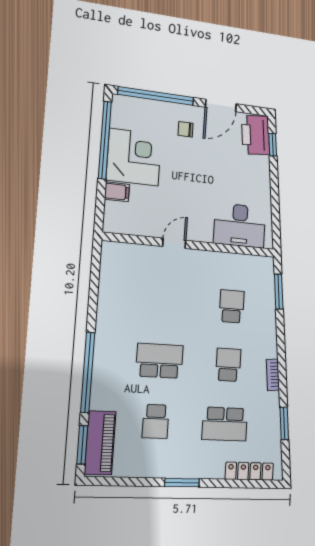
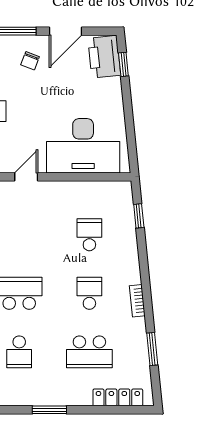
chair: (185, 129) -> (30, 61), turned -69
desk: (240, 225) -> (83, 146), width x1.36, depth x1.30
window: (279, 292) -> (139, 216), width x0.67

